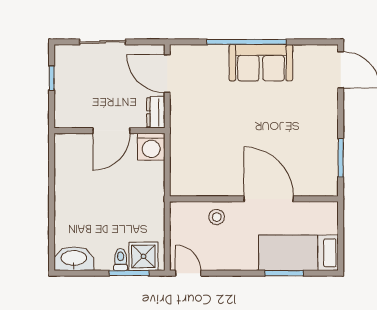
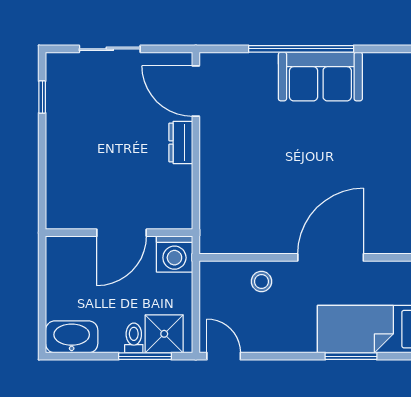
wall: (109, 131) -> (119, 233), moved
door: (111, 131) -> (122, 233), moved
washing machine: (151, 147) -> (174, 254), moved
door: (269, 199) -> (331, 257), hinge flipped

